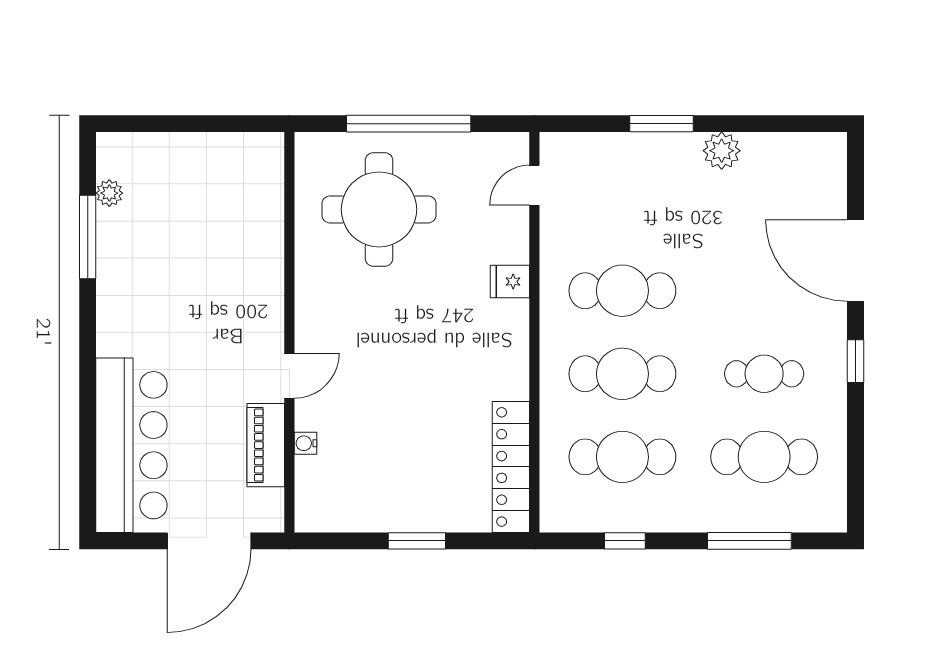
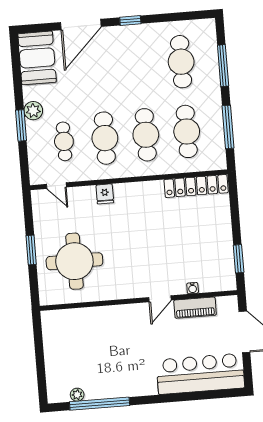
window: (409, 124) -> (31, 250), width x0.47
plant: (722, 151) -> (33, 111), moved
booth: (795, 167) -> (37, 58), added
window: (88, 237) -> (100, 404), width x1.46
cafe table: (764, 374) -> (64, 141), moved
door: (289, 376) -> (160, 299), swing flipped
window: (417, 541) -> (239, 259), moved
window: (625, 541) -> (228, 127), width x2.17

